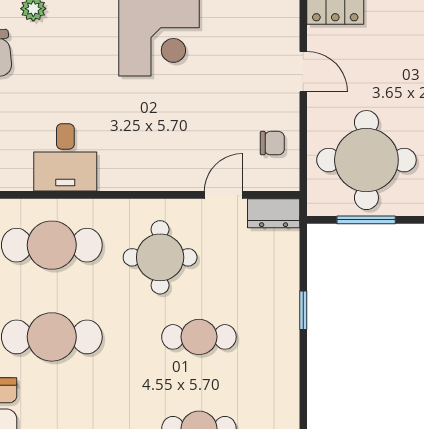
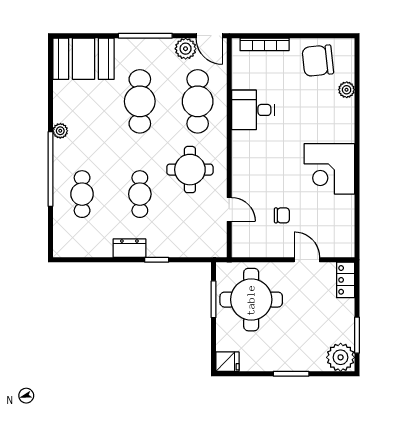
door: (303, 72) -> (307, 260), swing flipped
chair: (272, 143) -> (282, 215), moved, turned -90
dresser: (274, 213) -> (129, 248), moved, turned 90

